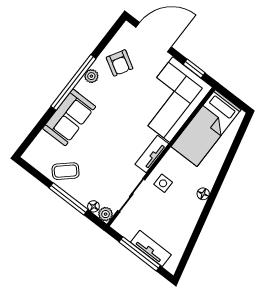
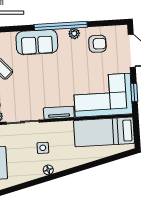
armchair: (120, 63) -> (97, 44), turned -120
side table: (163, 183) -> (43, 148), moved
floor lamp: (203, 194) -> (48, 170), moved

